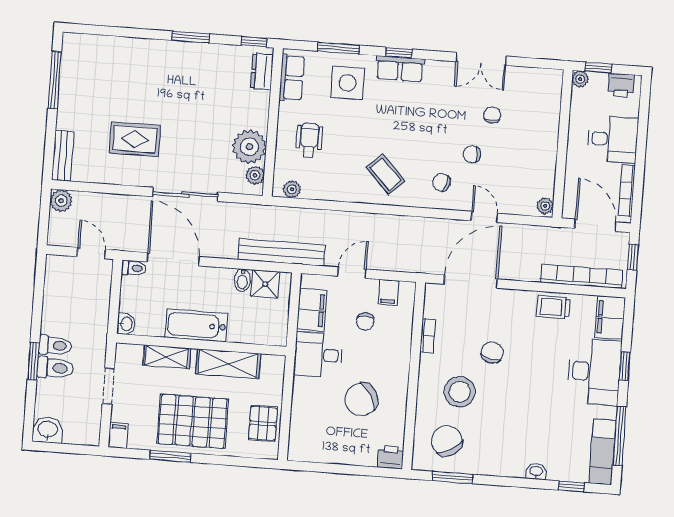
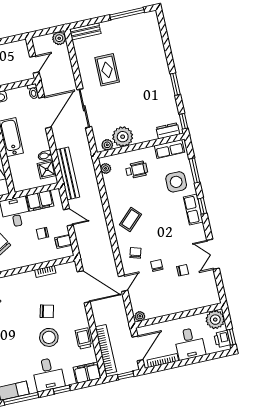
window: (599, 68) -> (231, 337), moved
plant: (580, 79) -> (215, 320), width x1.87, depth x1.87
desk: (594, 372) -> (48, 374), width x0.73
stool: (460, 392) -> (49, 337), moved

